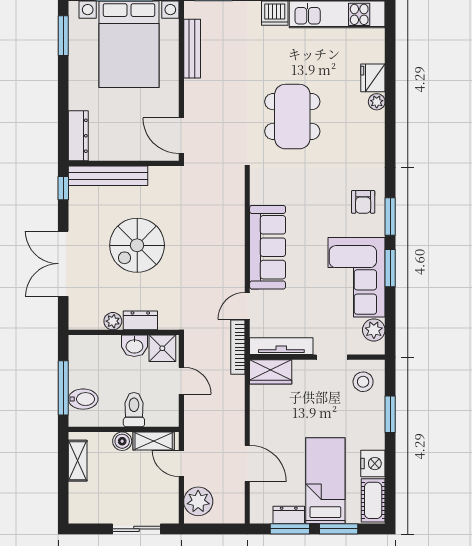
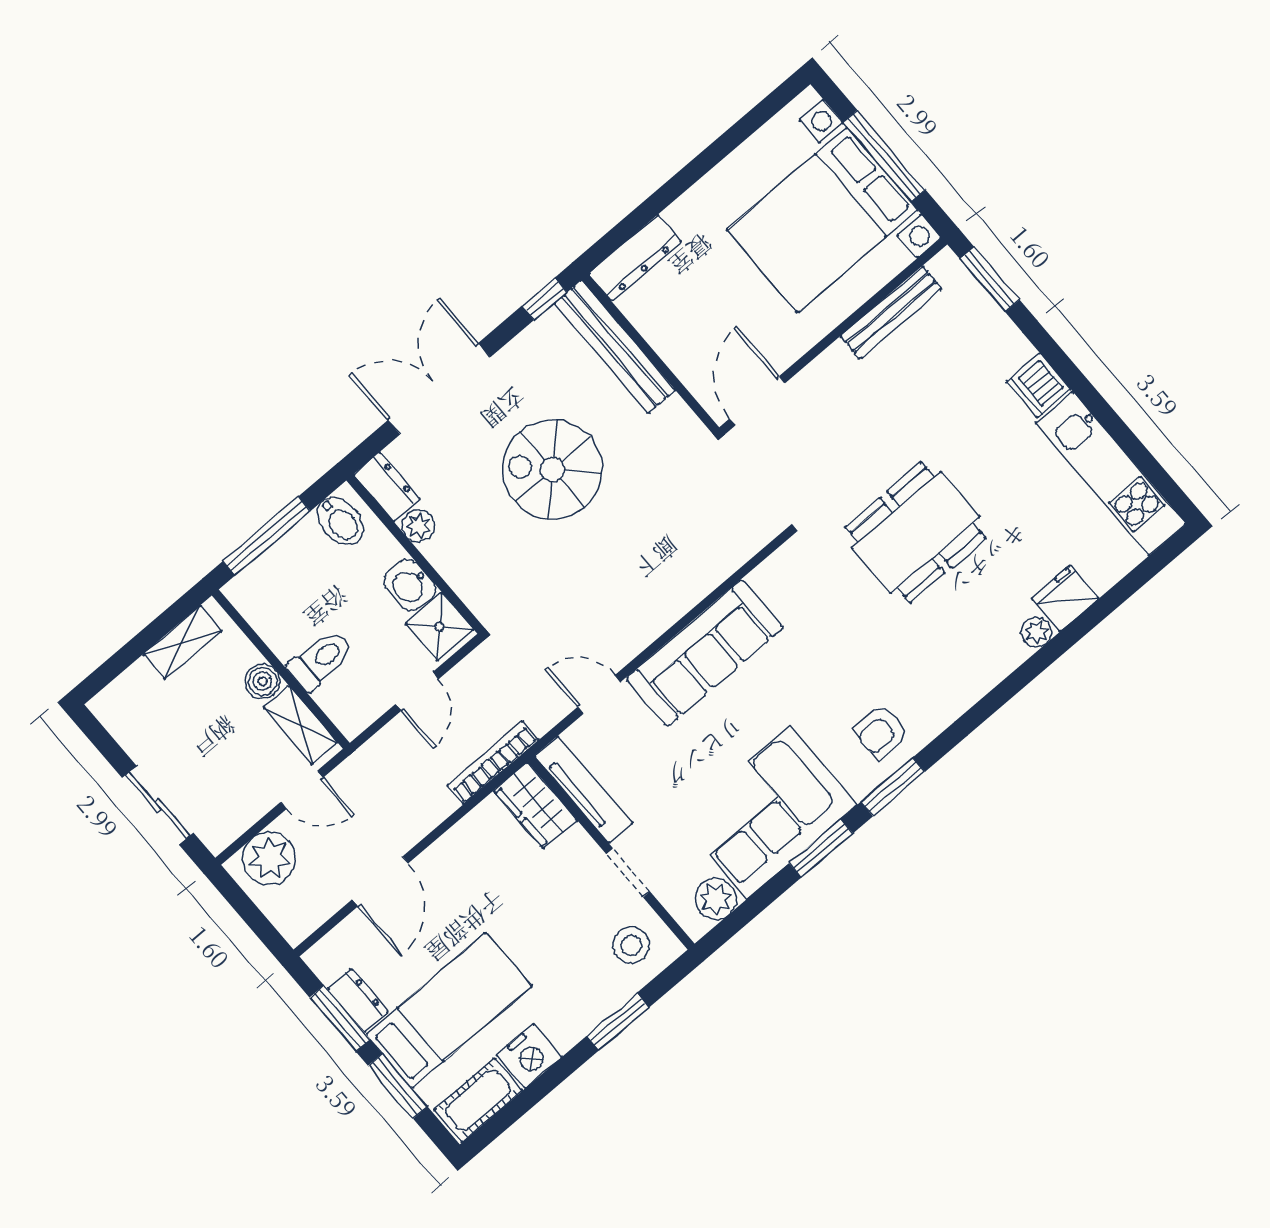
window: (63, 36) -> (756, 118), removed
dresser: (140, 320) -> (387, 487), moved
bookcase: (238, 347) -> (493, 762), moved
bidet: (83, 399) -> (340, 521), moved
door: (181, 463) -> (302, 790), swing flipped

